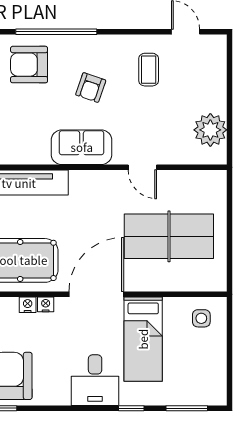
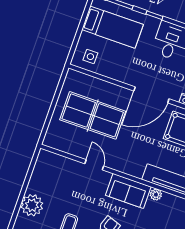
plant: (210, 130) -> (32, 205), moved
plant: (41, 156) -> (156, 195), added
bed: (143, 339) -> (112, 27), moved, turned 90

